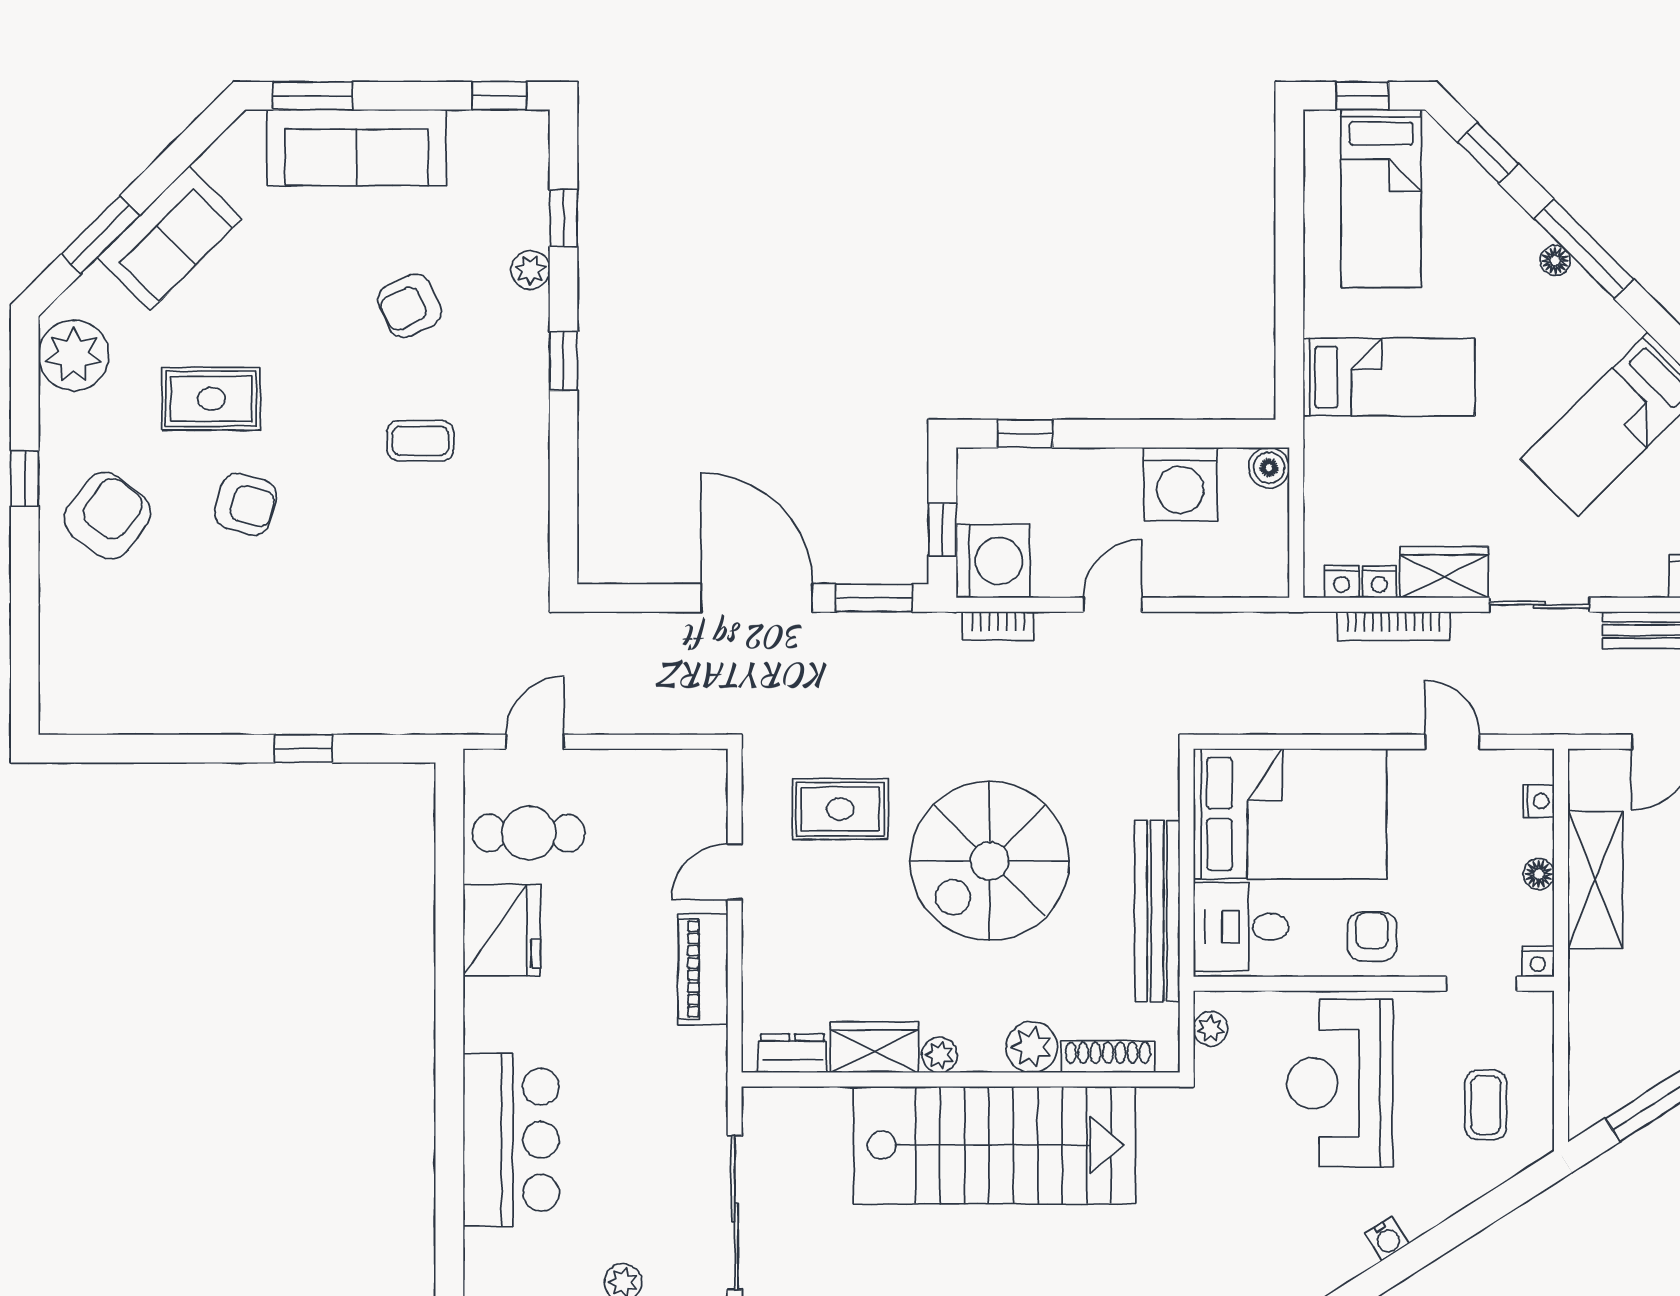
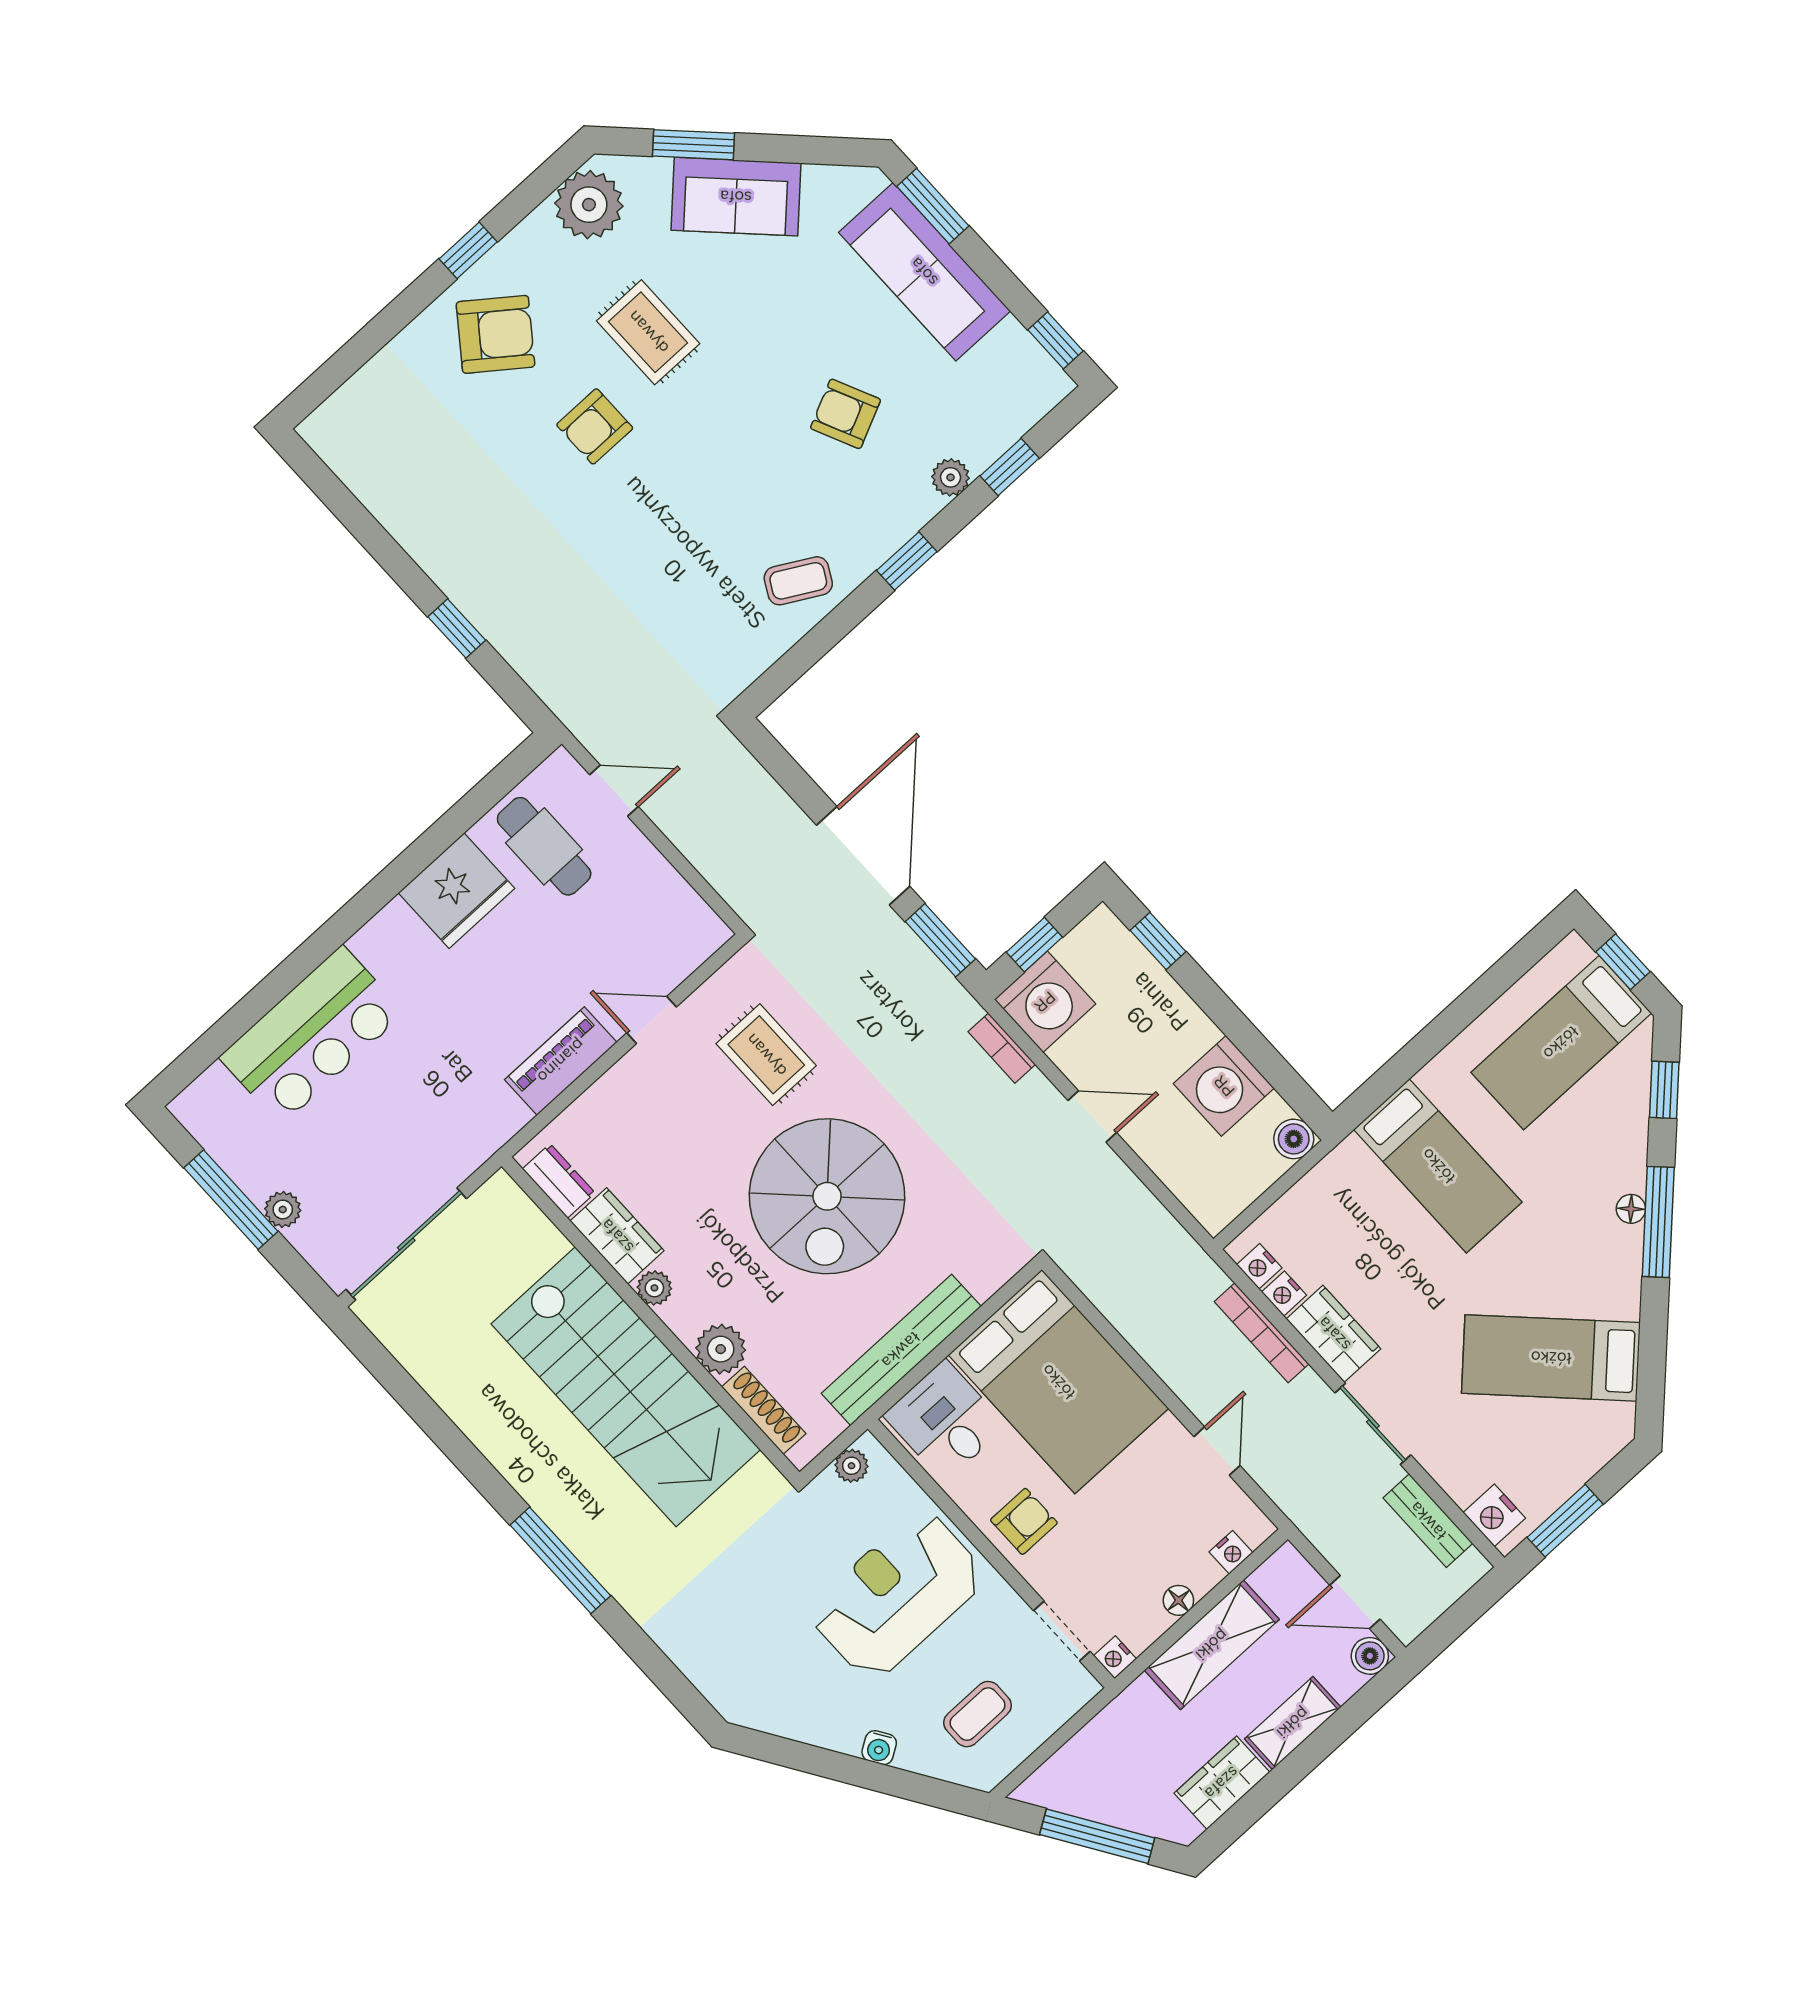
coffee table: (420, 441) -> (798, 581), moved, turned -61
armchair: (246, 504) -> (595, 426), turned 74
spiral stairs: (990, 861) -> (827, 1196), turned -90
water cooler: (1387, 1239) -> (879, 1748), moved

